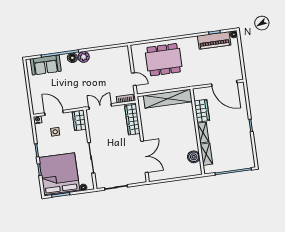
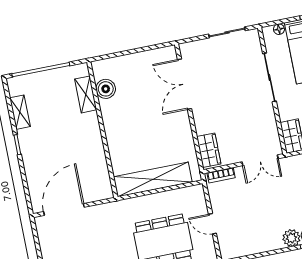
door: (134, 79) -> (212, 224), moved
door: (224, 83) -> (64, 209), hinge flipped
wardrobe: (202, 111) -> (97, 163), removed
wardrobe: (132, 120) -> (209, 150), width x0.67
shelving: (203, 133) -> (20, 112), moved

